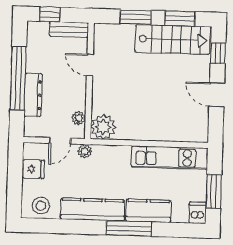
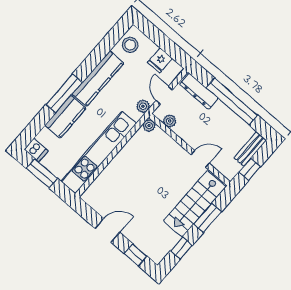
window: (50, 14) -> (250, 169), moved
window: (180, 19) -> (181, 248), width x0.67
bench: (69, 30) -> (250, 149), moved
stairs: (173, 39) -> (195, 204), moved
dresser: (33, 95) -> (199, 91), moved
plant: (103, 127) -> (149, 126), width x0.53, depth x0.53
kitchen unit: (170, 158) -> (99, 152), width x1.36

